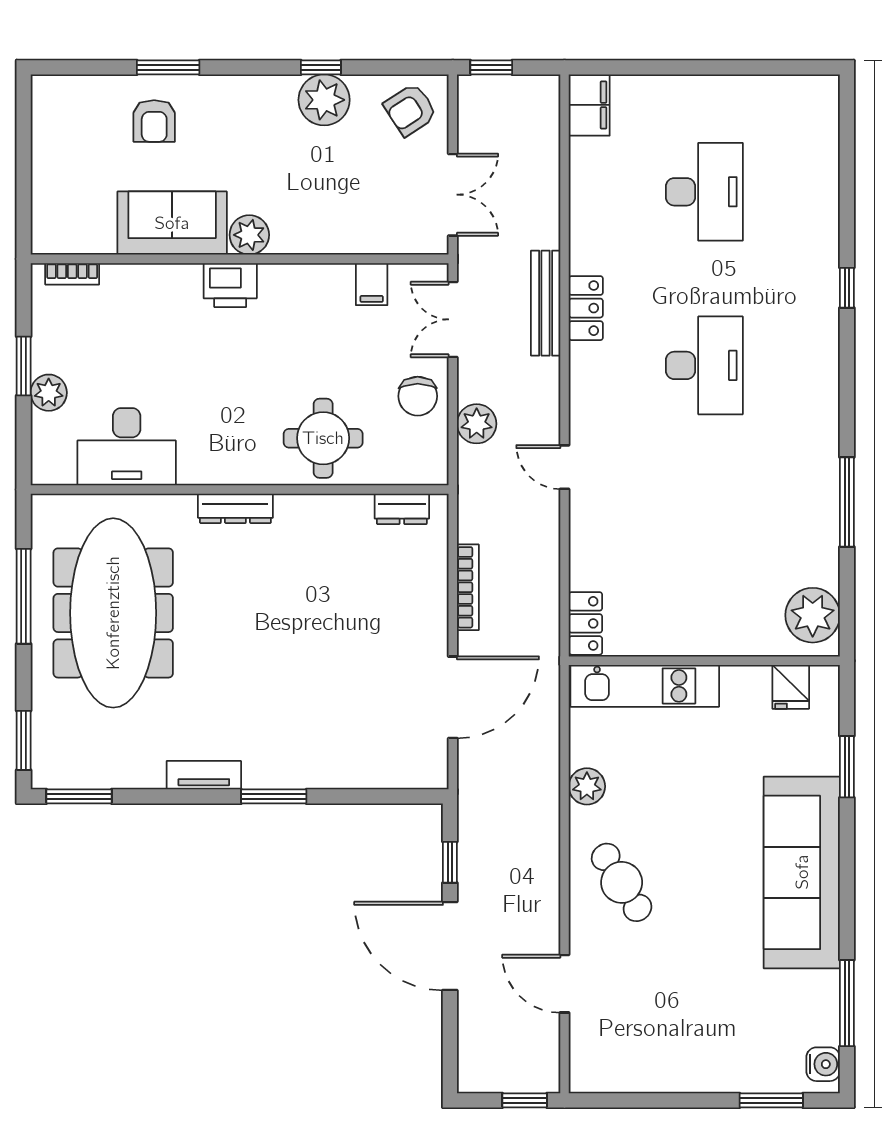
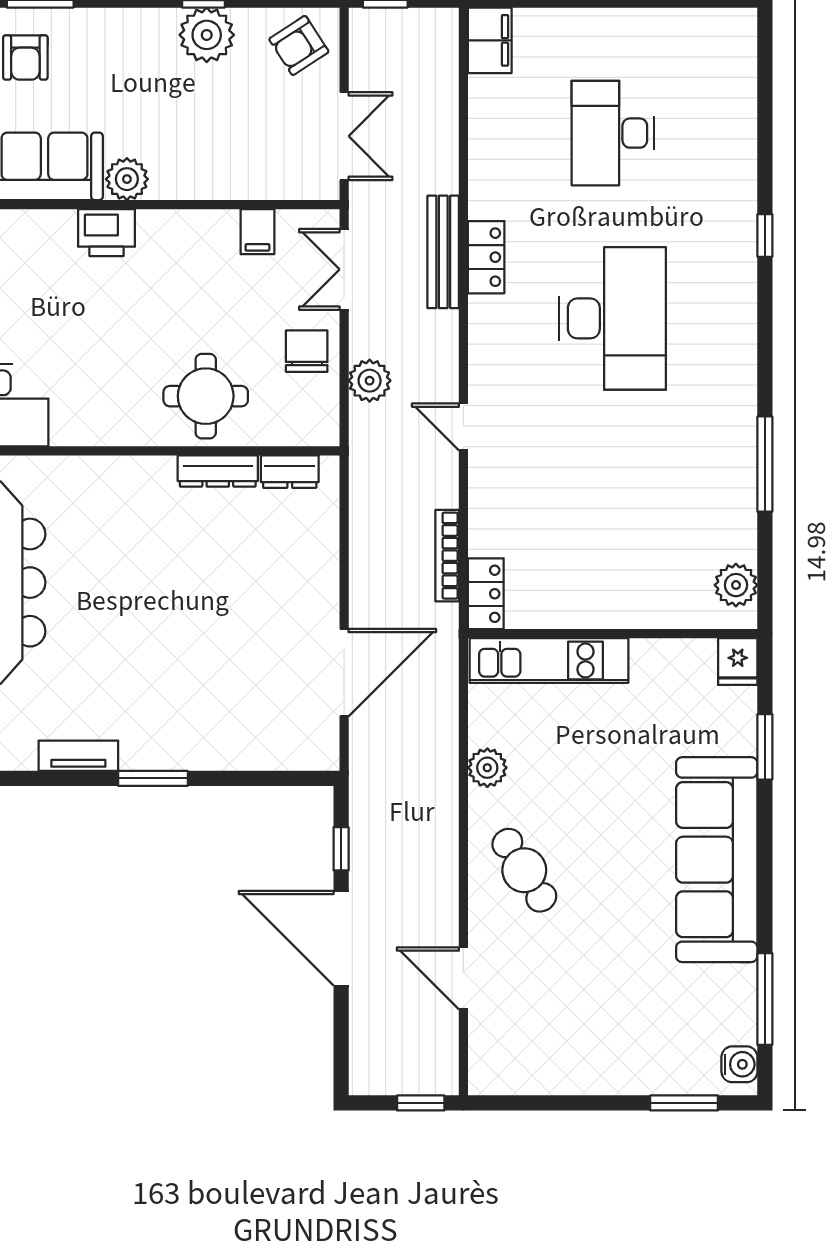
desk: (704, 192) -> (613, 133), turned 180
desk: (704, 365) -> (613, 318), width x1.36, depth x1.30
chair: (418, 396) -> (307, 351), turned 180
dresser: (235, 508) -> (218, 471), moved
bookcase: (468, 587) -> (447, 556), moved, turned 180
plant: (813, 615) -> (736, 585), width x0.73, depth x0.73
fridge: (791, 687) -> (738, 662), moved

